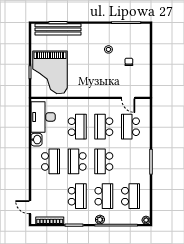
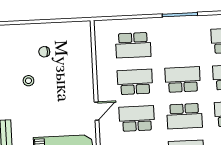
door: (128, 98) -> (97, 111), moved
school desk: (104, 127) -> (135, 82), turned 180
school desk: (104, 161) -> (183, 80), turned 180

